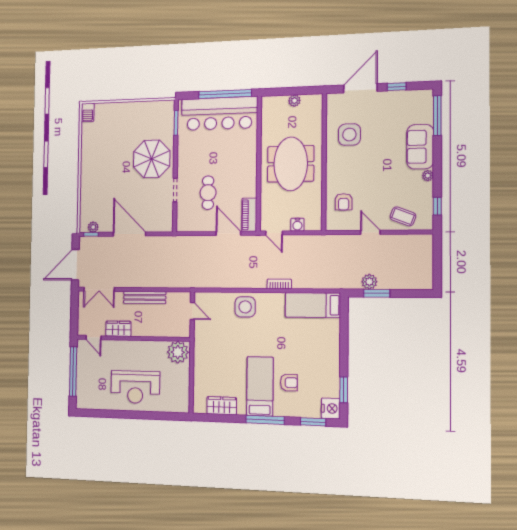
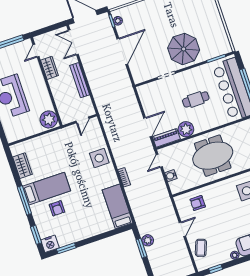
plant: (247, 187) -> (186, 129), added
cafe table: (208, 193) -> (196, 99), moved

